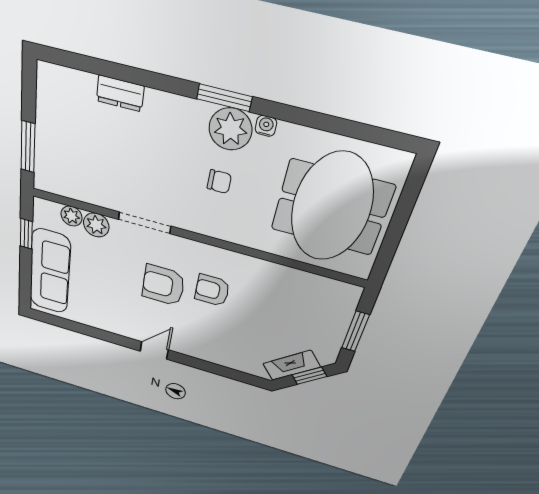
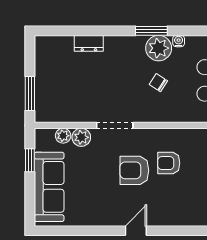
chair: (219, 182) -> (158, 83), turned -147

